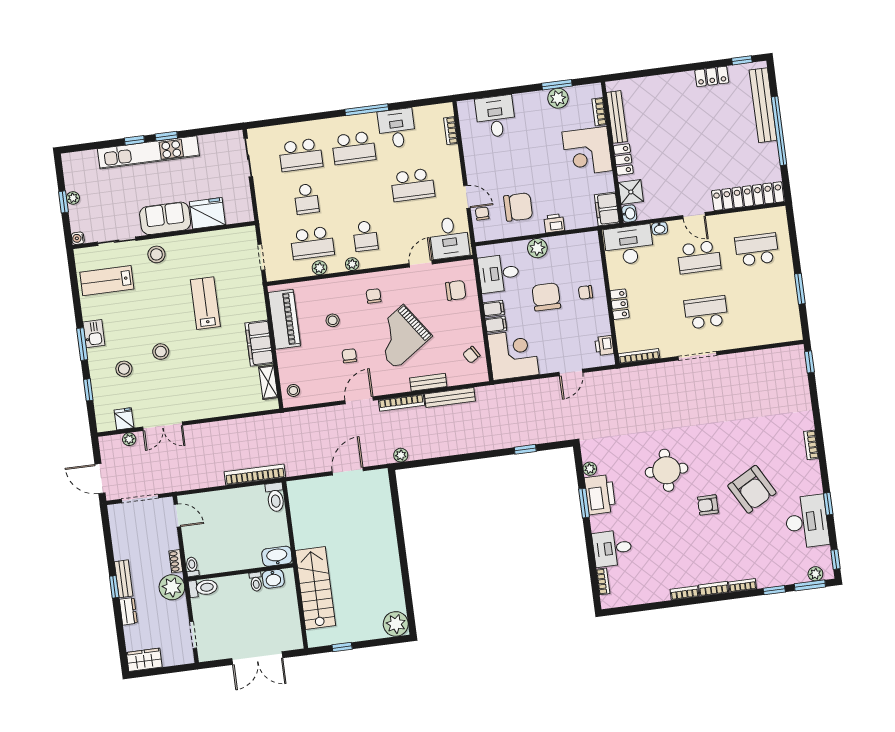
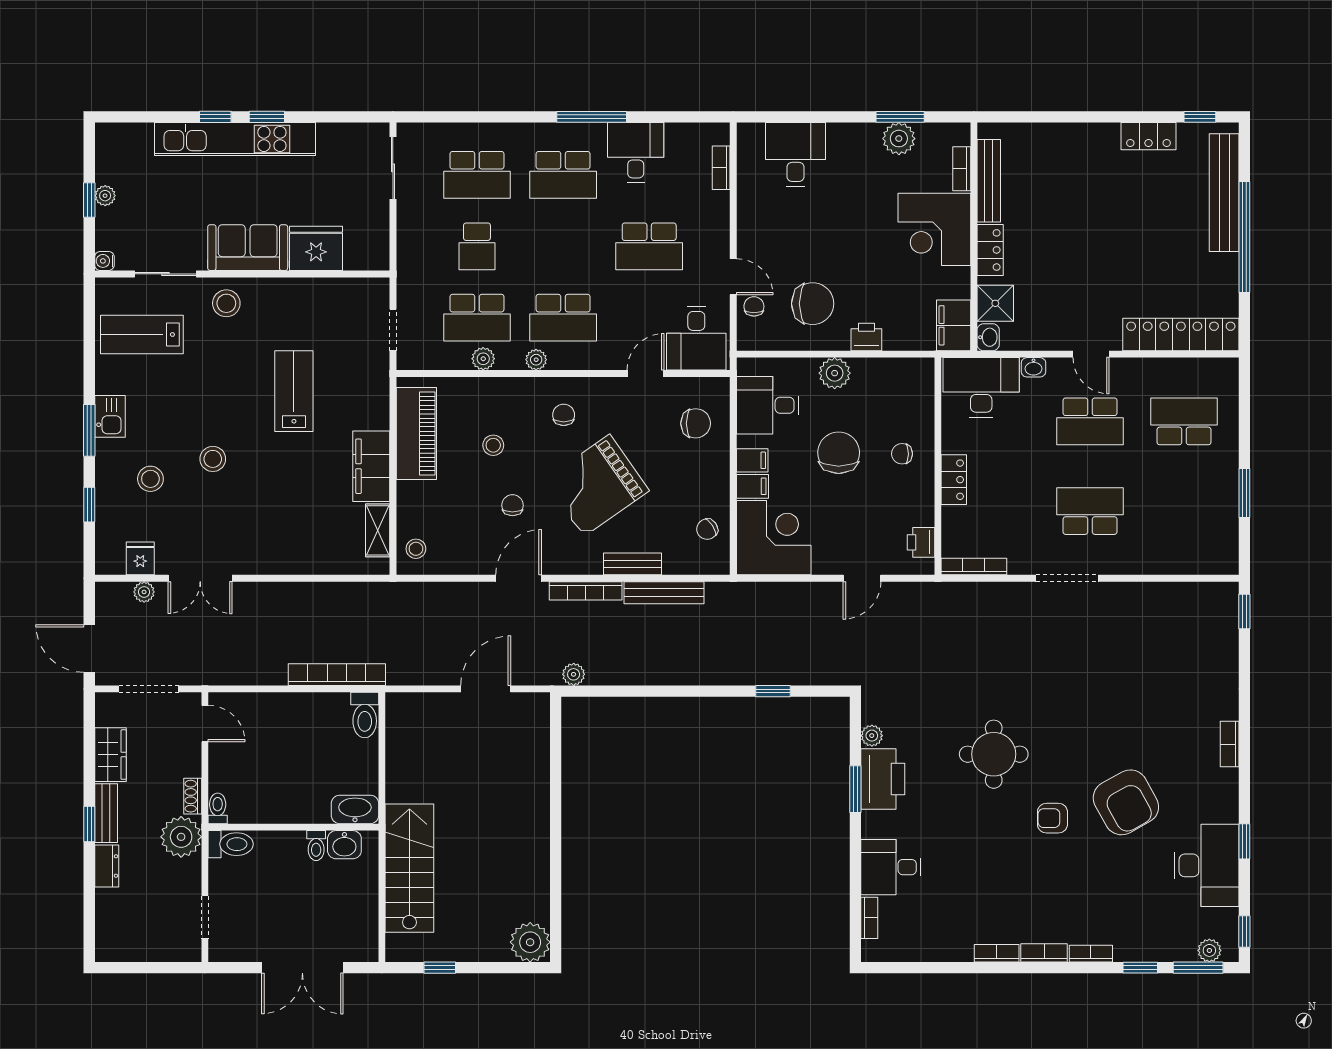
school desk: (365, 236) -> (563, 318), width x1.85
wardrobe: (144, 660) -> (110, 755), moved, turned 90

